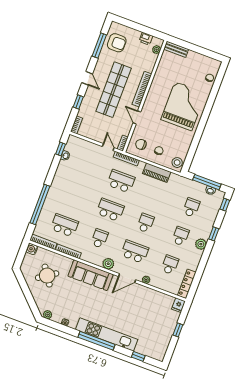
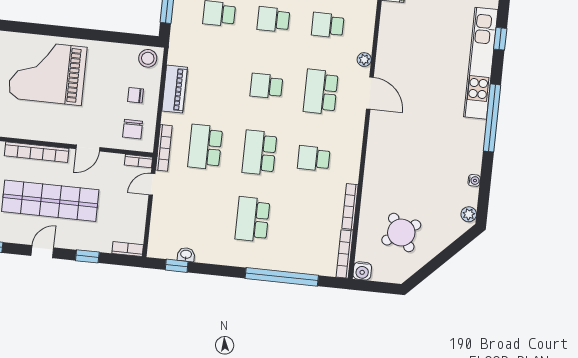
school desk: (64, 225) -> (252, 219), moved
plant: (108, 264) -> (353, 132), removed
sofa: (91, 275) -> (381, 158), removed
kitchen unit: (107, 334) -> (481, 63), moved

